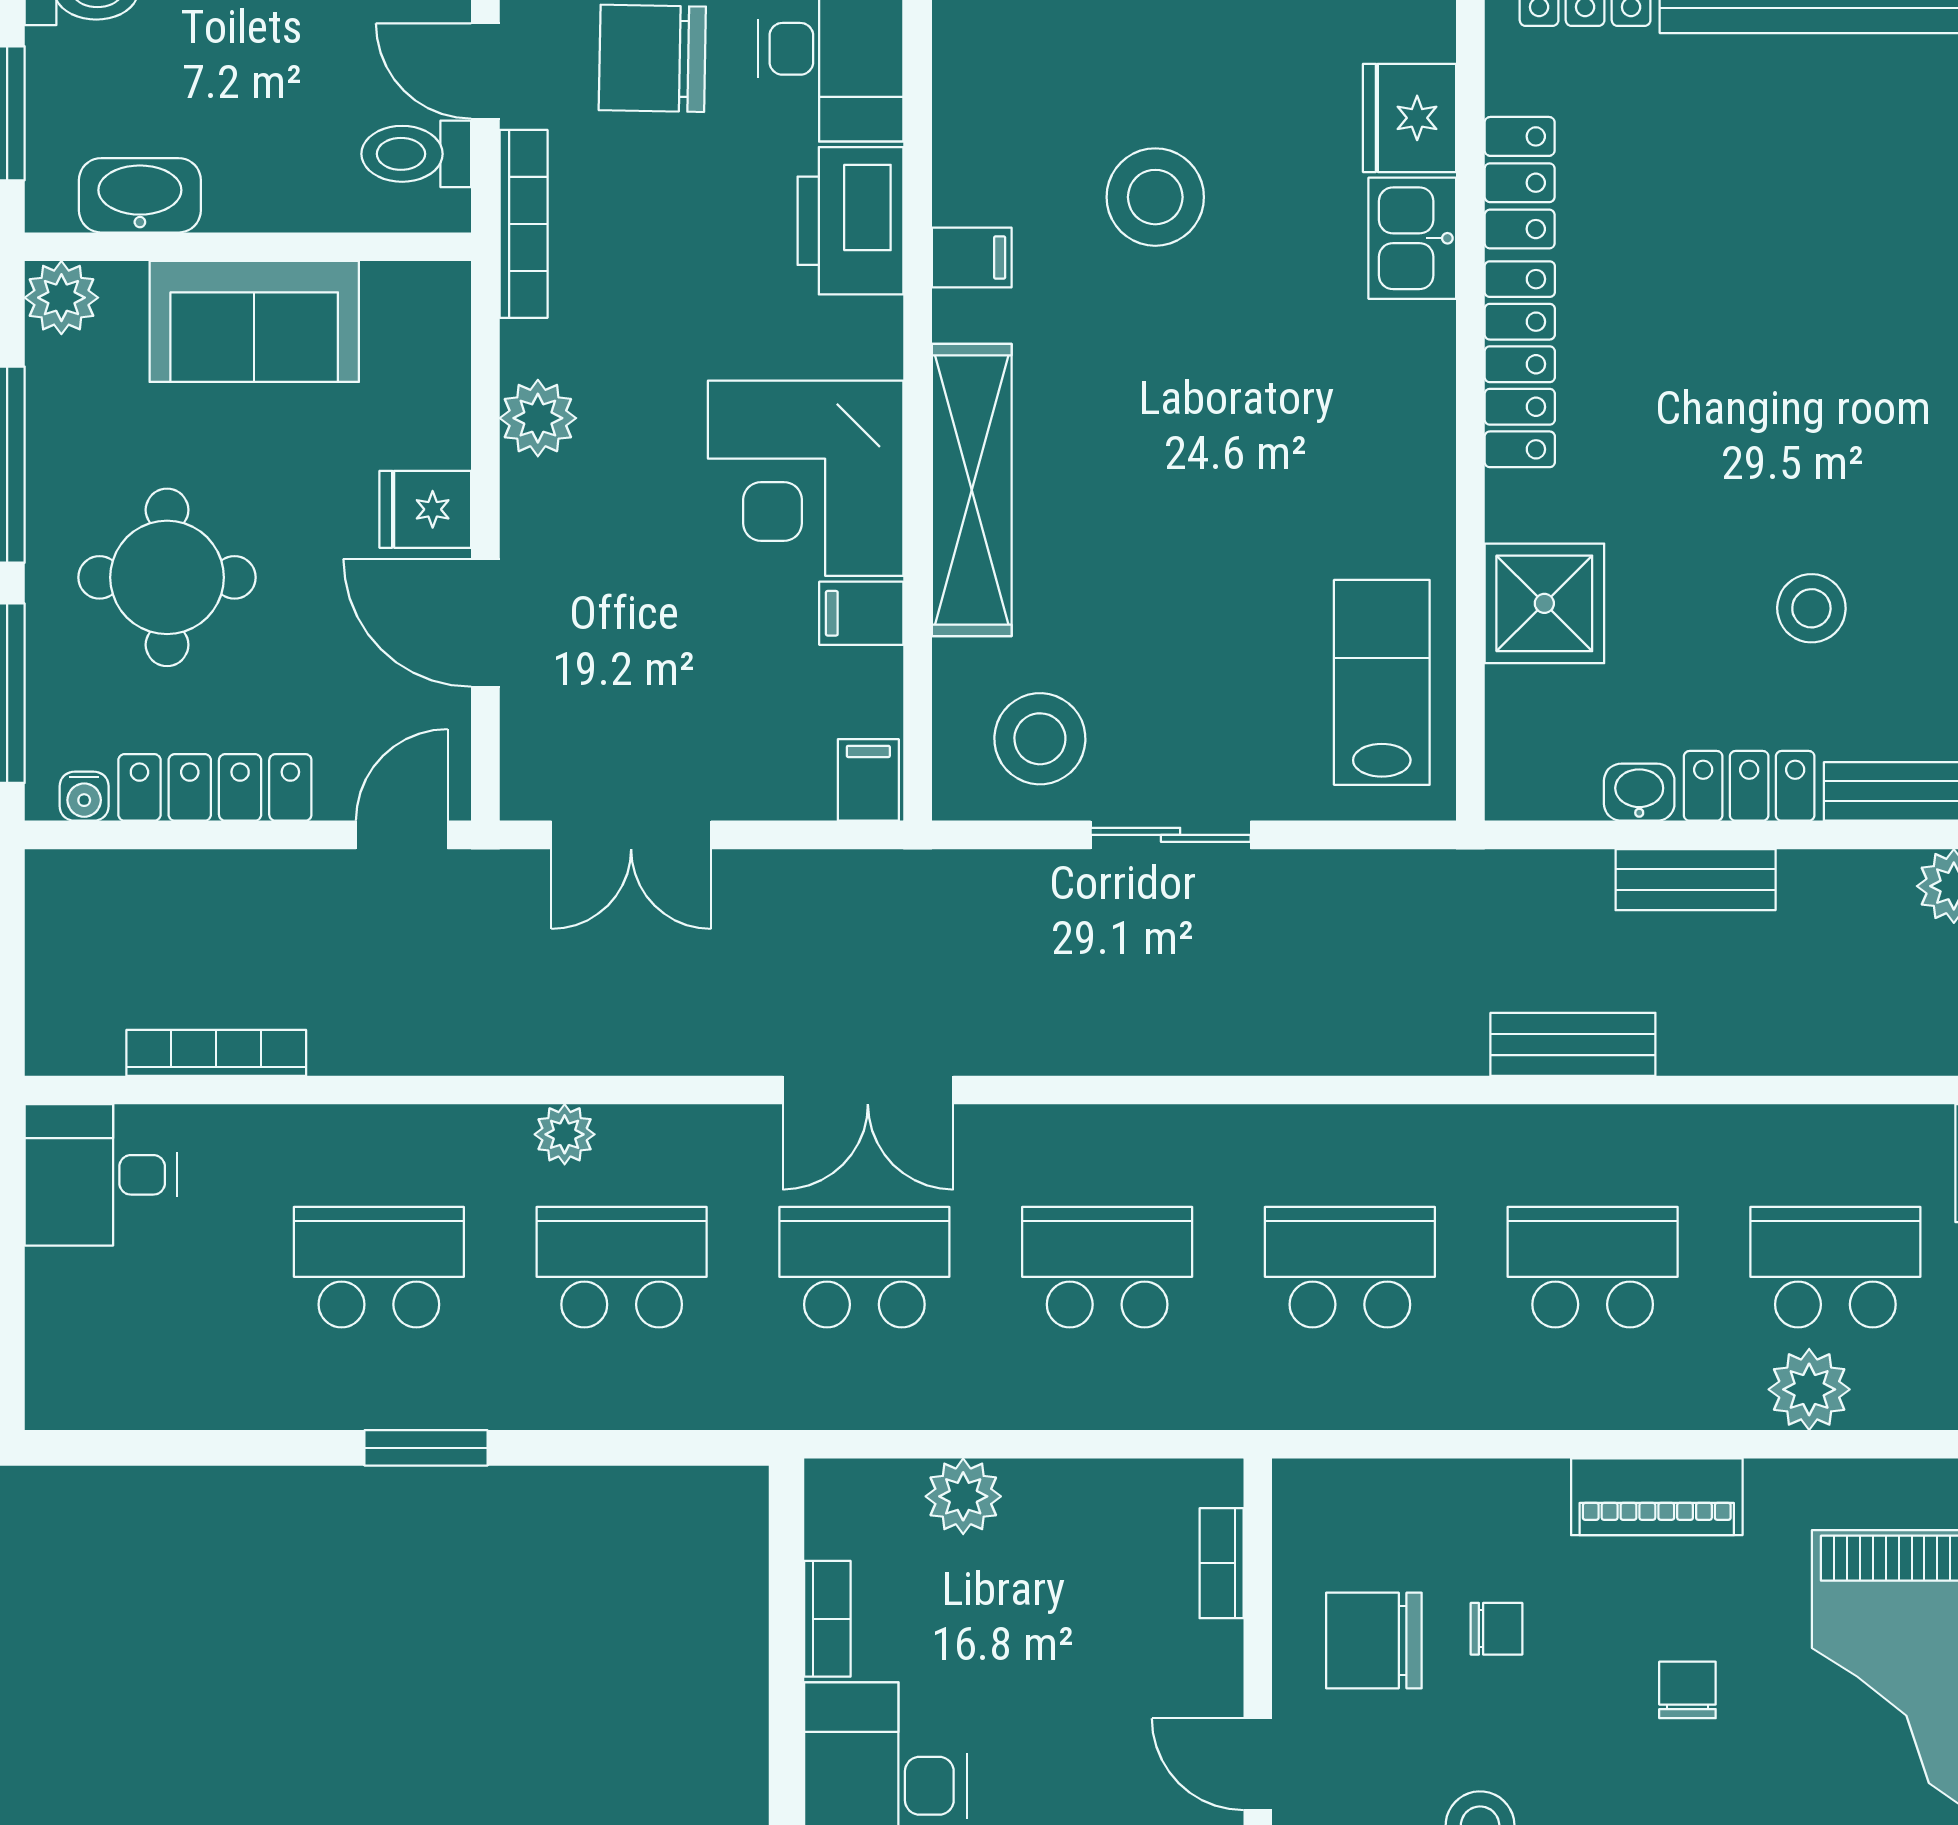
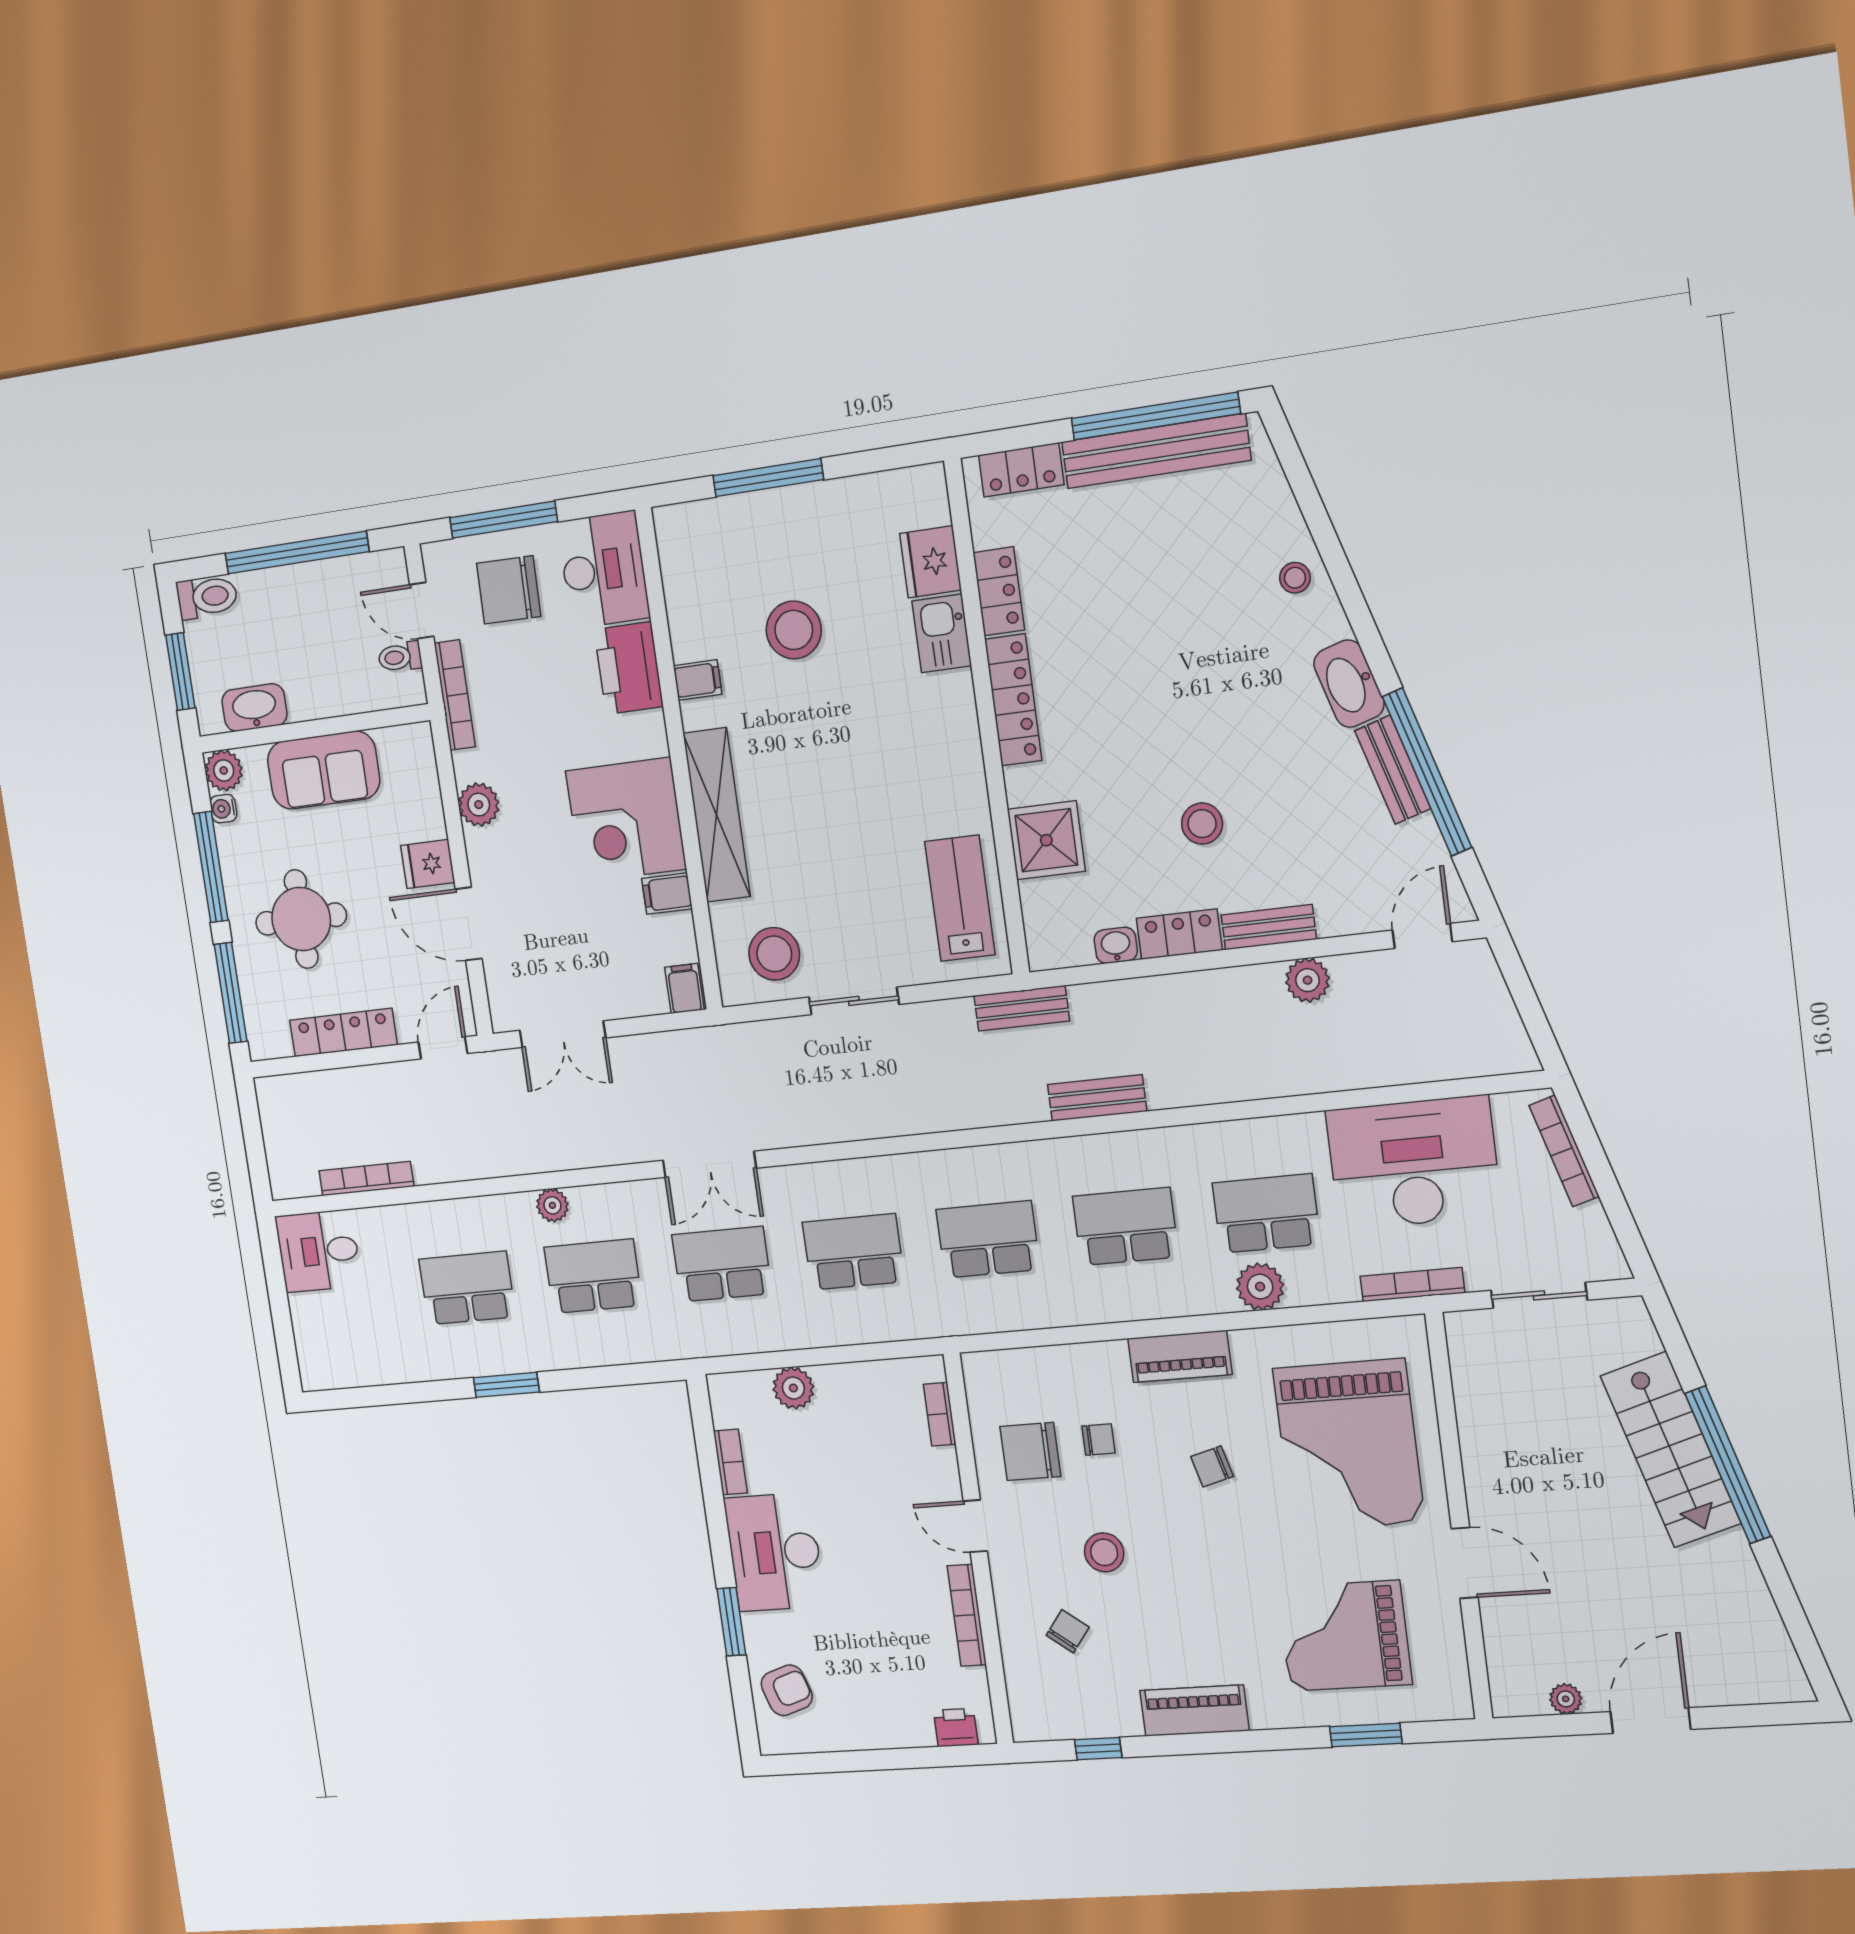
toilet: (416, 154) -> (400, 657), width x0.73, depth x0.72
water cooler: (84, 796) -> (223, 809), moved, turned 90
bench: (1696, 880) -> (1022, 1008), moved
chair: (1687, 1690) -> (1212, 1467), turned -105

